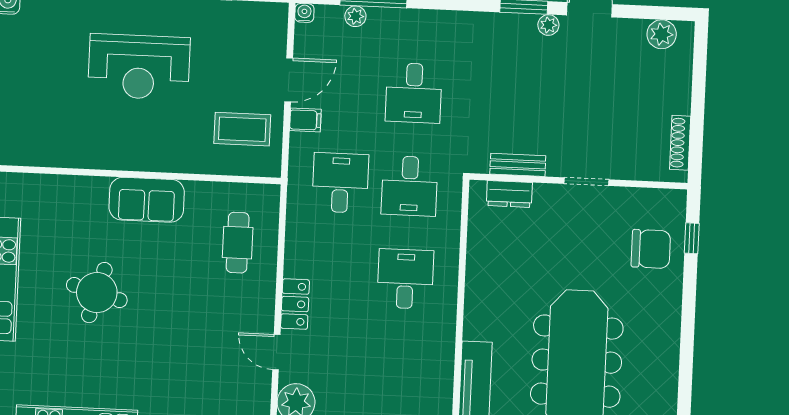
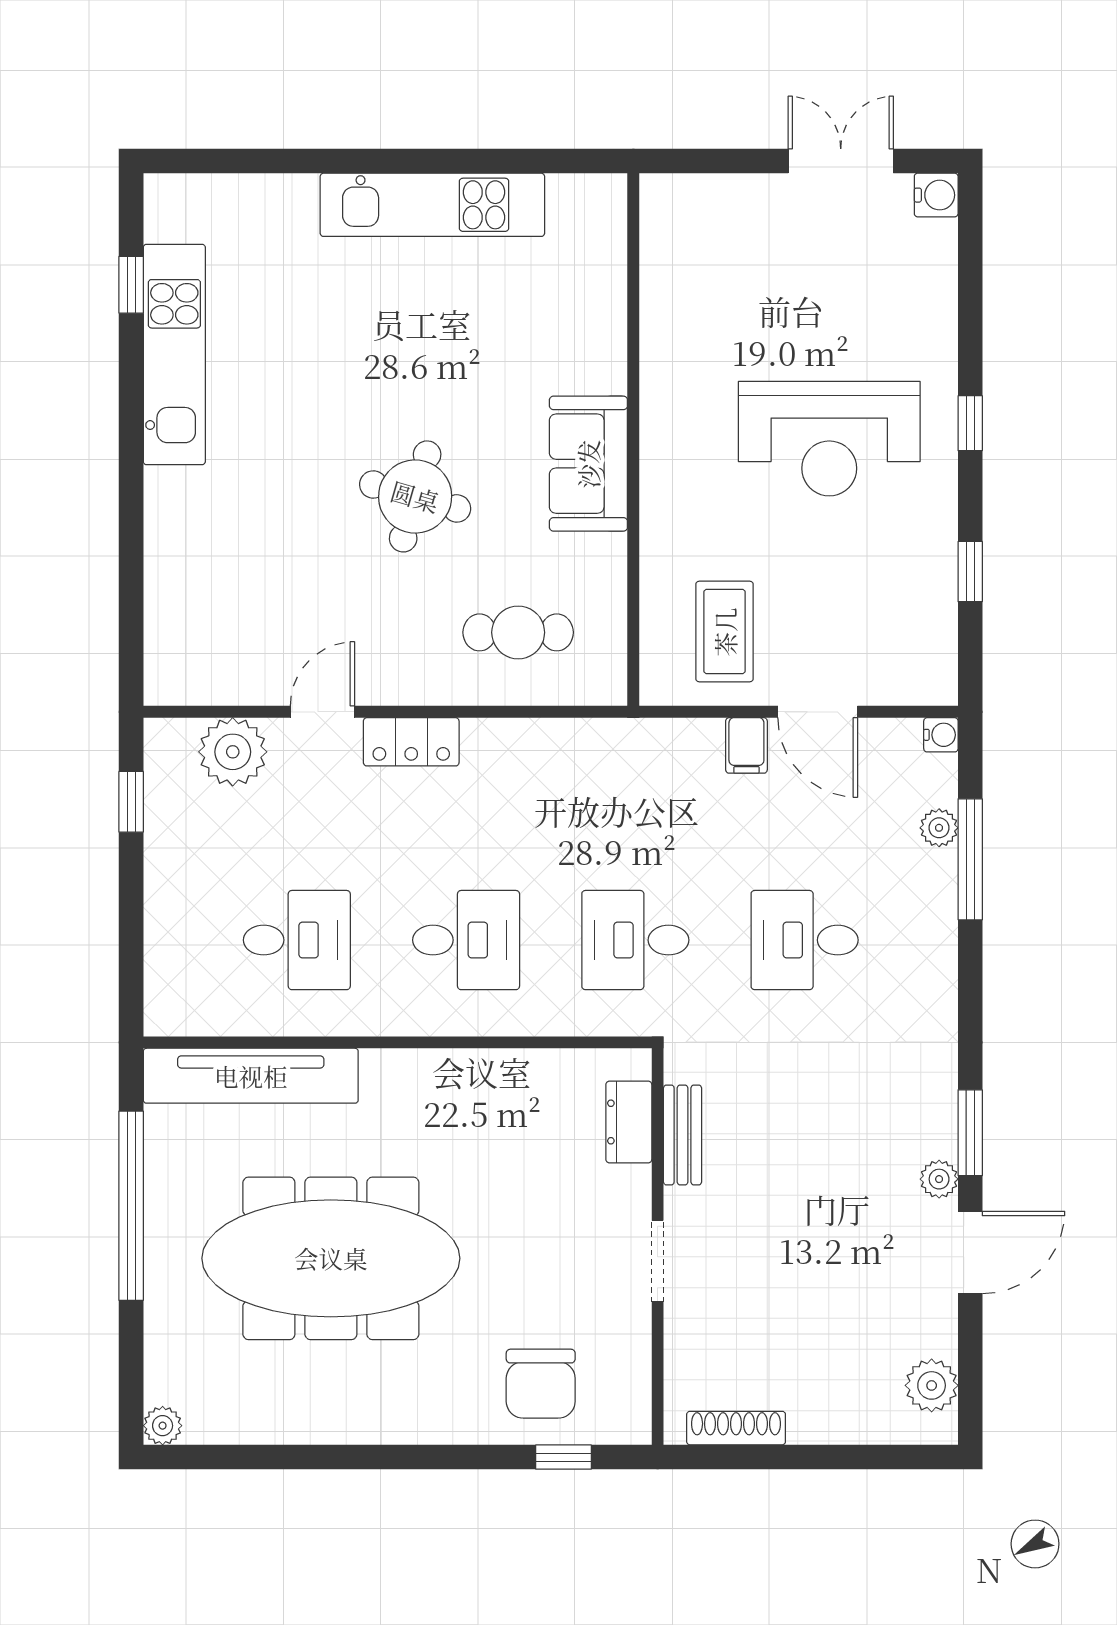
reception desk: (139, 67) -> (829, 439), turned -90
desk: (340, 183) -> (297, 940), moved
round table: (97, 293) -> (415, 496), moved

